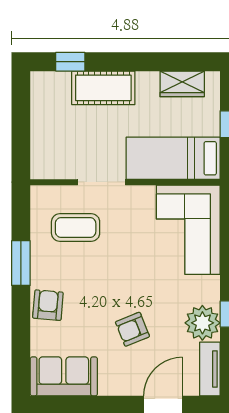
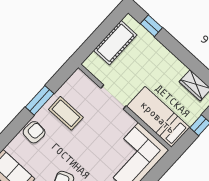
cot: (103, 88) -> (115, 43), moved, turned 90
coffee table: (76, 228) -> (66, 113), moved

